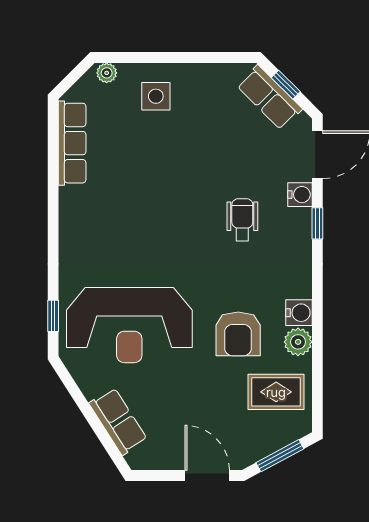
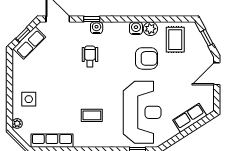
water cooler: (300, 195) -> (97, 28), moved
wheelchair: (242, 220) -> (90, 56), turned 90
coffee table: (123, 224) -> (92, 115), added
window: (280, 456) -> (207, 38), width x0.67

